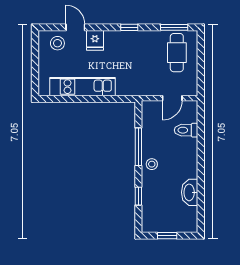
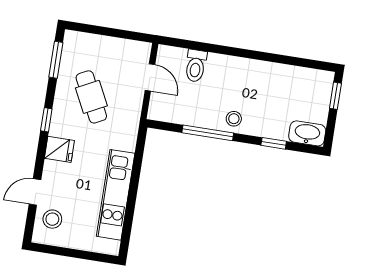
fridge: (95, 40) -> (59, 149), moved
cafe table: (177, 53) -> (91, 97), moved, turned 63
washbasin: (190, 192) -> (307, 133), moved, turned 180
window: (167, 236) -> (335, 96), moved

